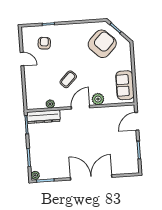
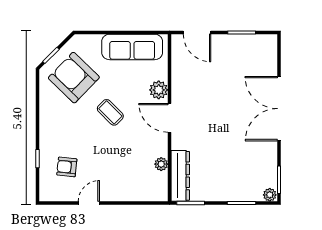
coffee table: (68, 79) -> (110, 112), moved
sofa: (125, 85) -> (132, 47), width x1.36

